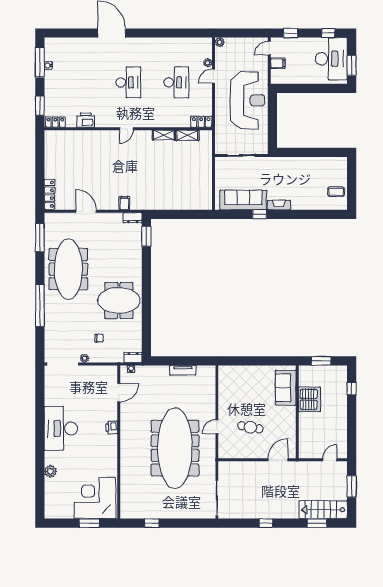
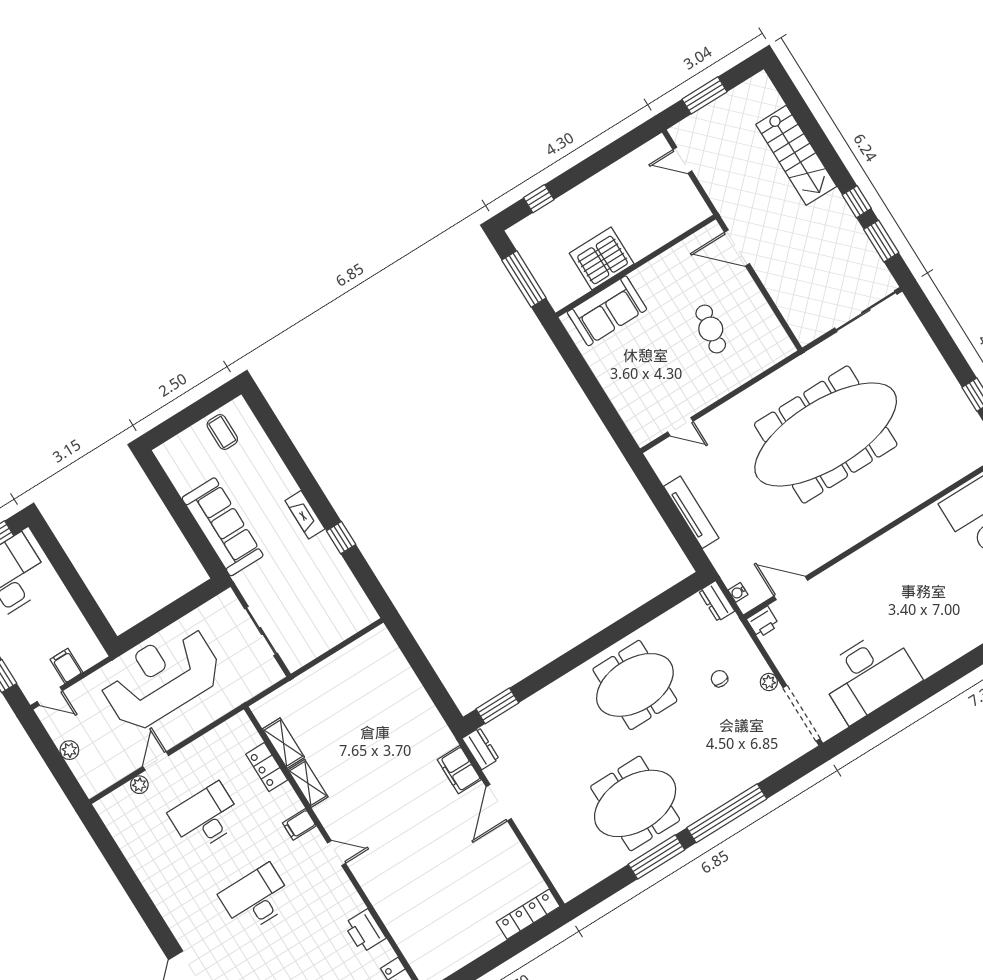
plant: (220, 42) -> (69, 750), moved
door: (214, 76) -> (156, 761), swing flipped
filing cabinet: (148, 120) -> (299, 824), added
locker: (201, 122) -> (267, 767), moved
sofa: (243, 200) -> (223, 527), moved, turned 180
filing cabinet: (124, 203) -> (459, 770), width x2.00
door: (86, 211) -> (499, 803), moved
window: (40, 238) -> (657, 857), moved
meeting table: (68, 269) -> (635, 803), width x0.73
meeting table: (119, 300) -> (635, 685), turned 90
window: (321, 361) -> (524, 279), width x1.44
tv unit: (183, 370) -> (691, 512), width x1.41
door: (217, 427) -> (680, 427), moved
desk: (61, 428) -> (869, 675), moved
printer: (112, 428) -> (763, 622), moved
stairs: (323, 510) -> (796, 155), moved
window: (317, 523) -> (881, 241), moved

